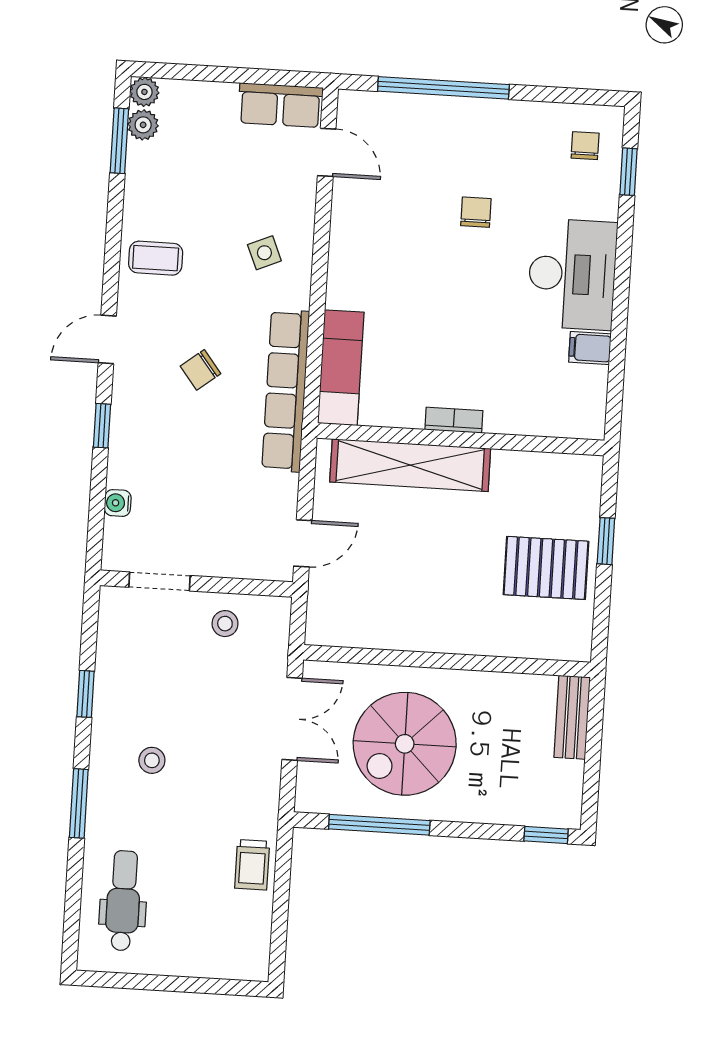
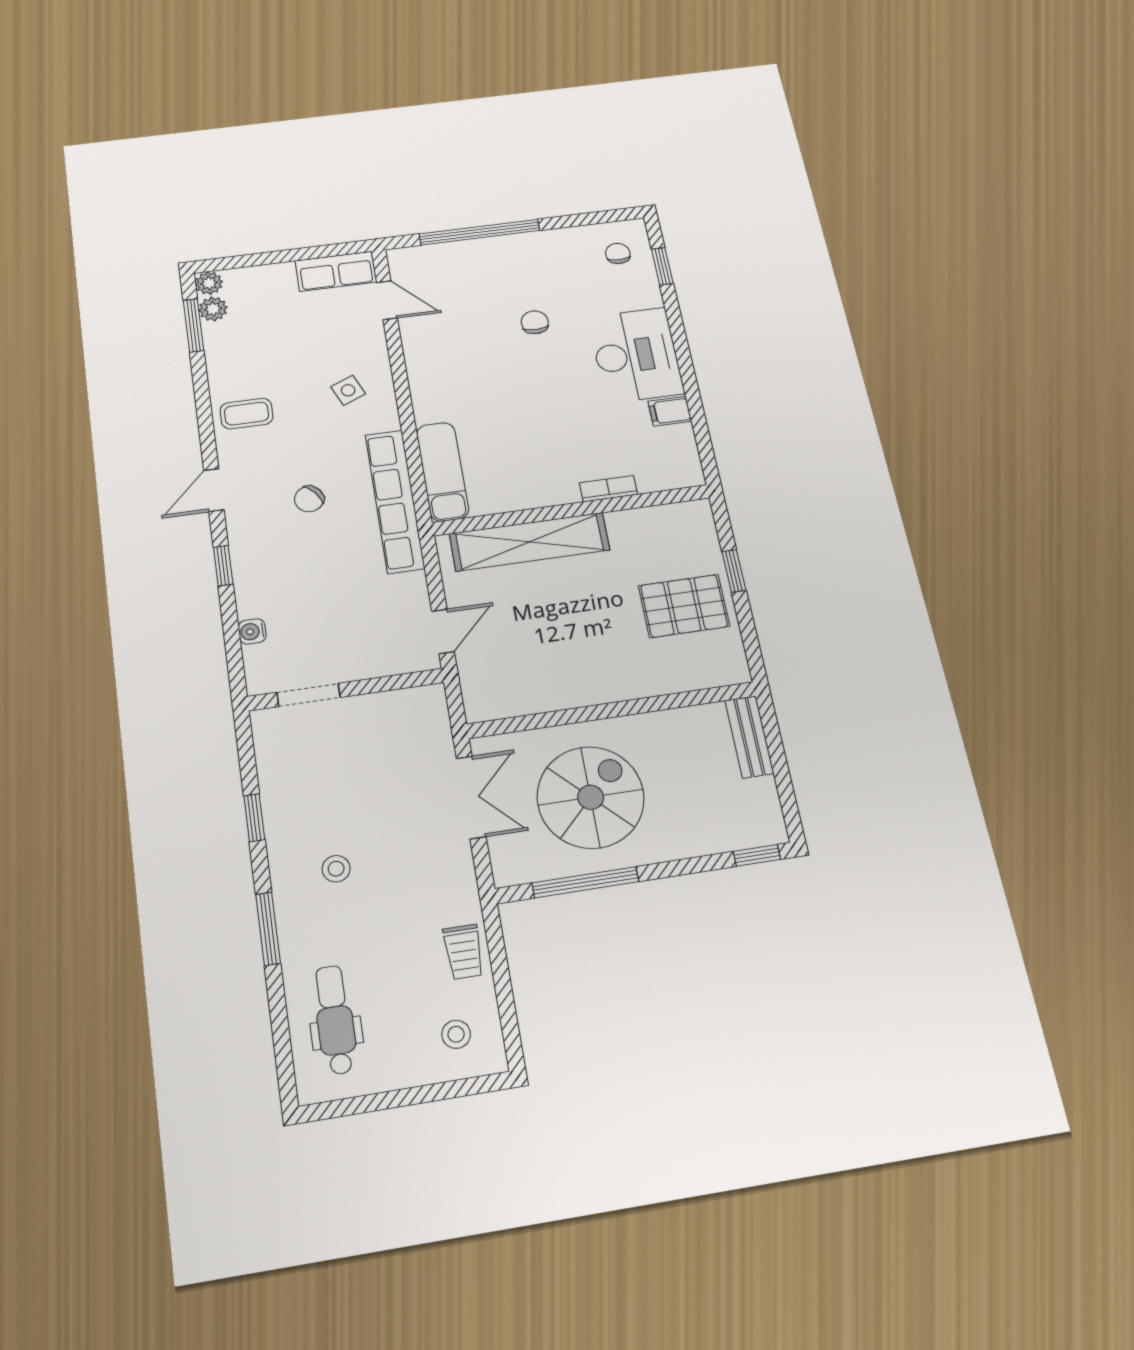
bookcase: (454, 420) -> (608, 489), moved
stool: (225, 624) -> (456, 1034), moved
spiral stairs: (405, 744) -> (591, 797), turned 180

